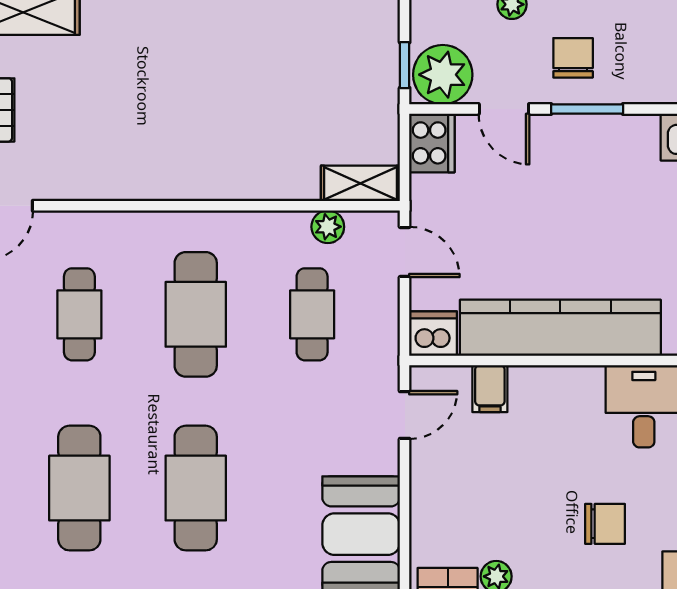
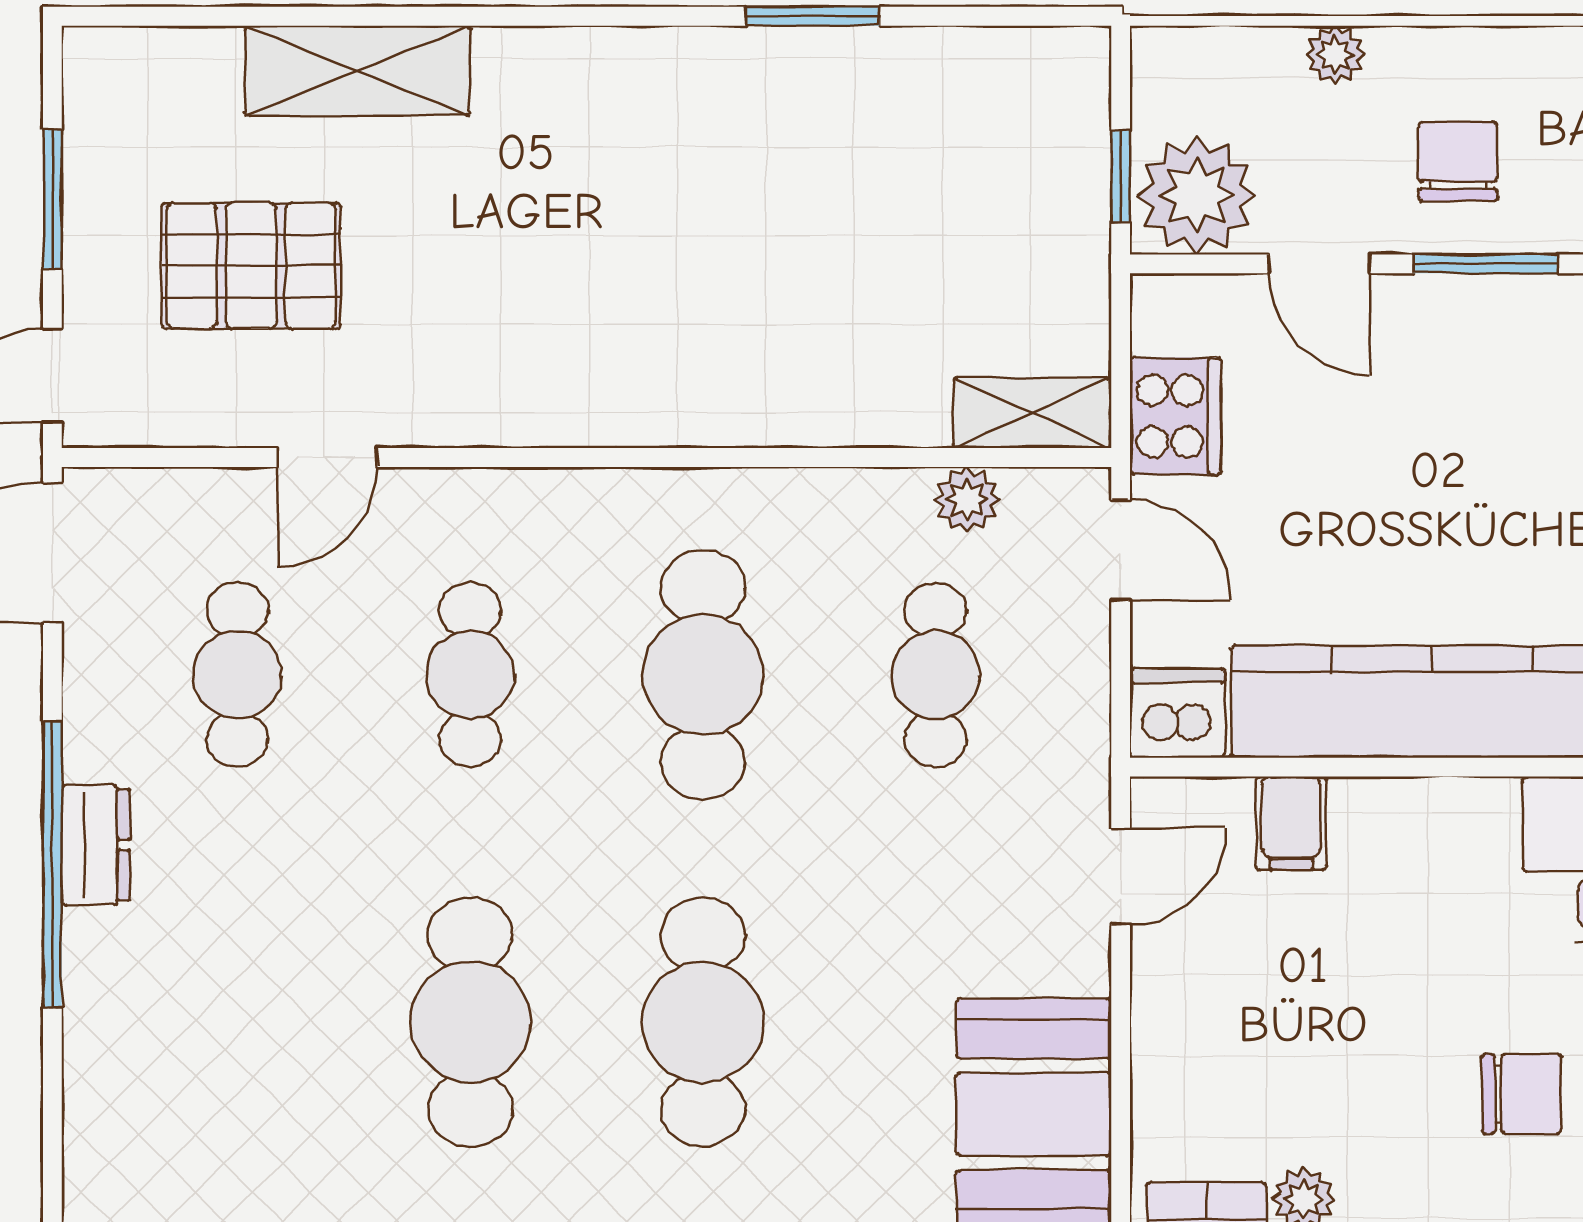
cooker: (432, 143) -> (1175, 416), moved

